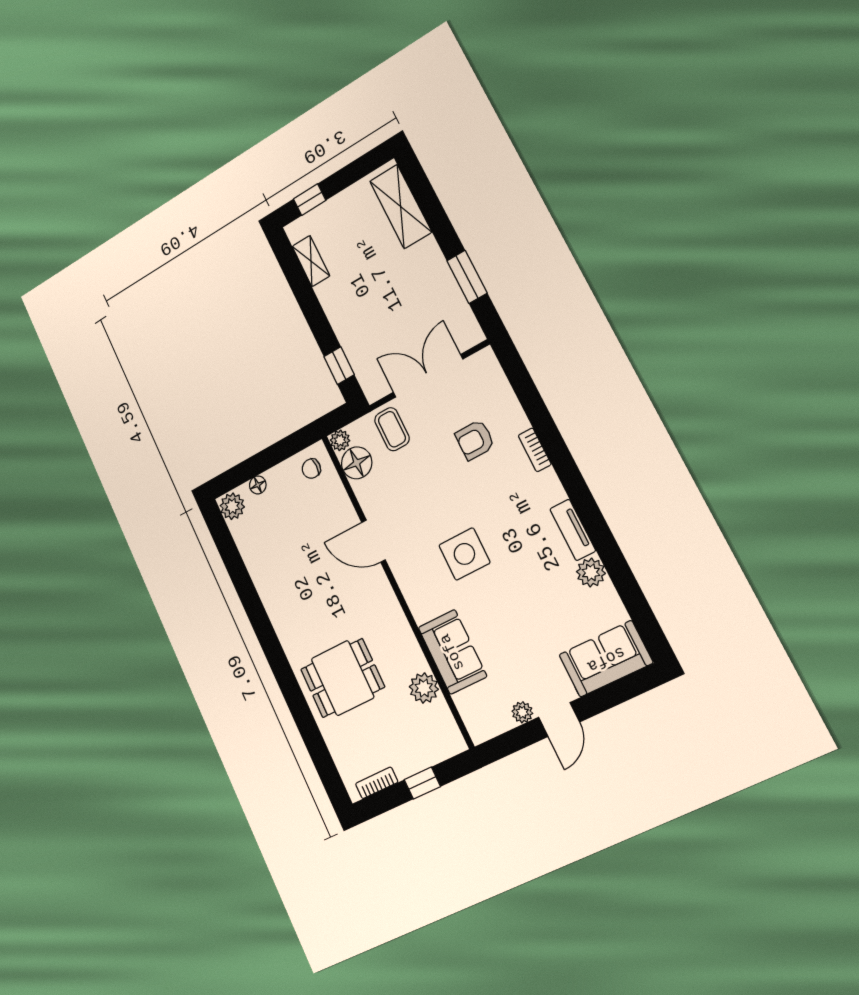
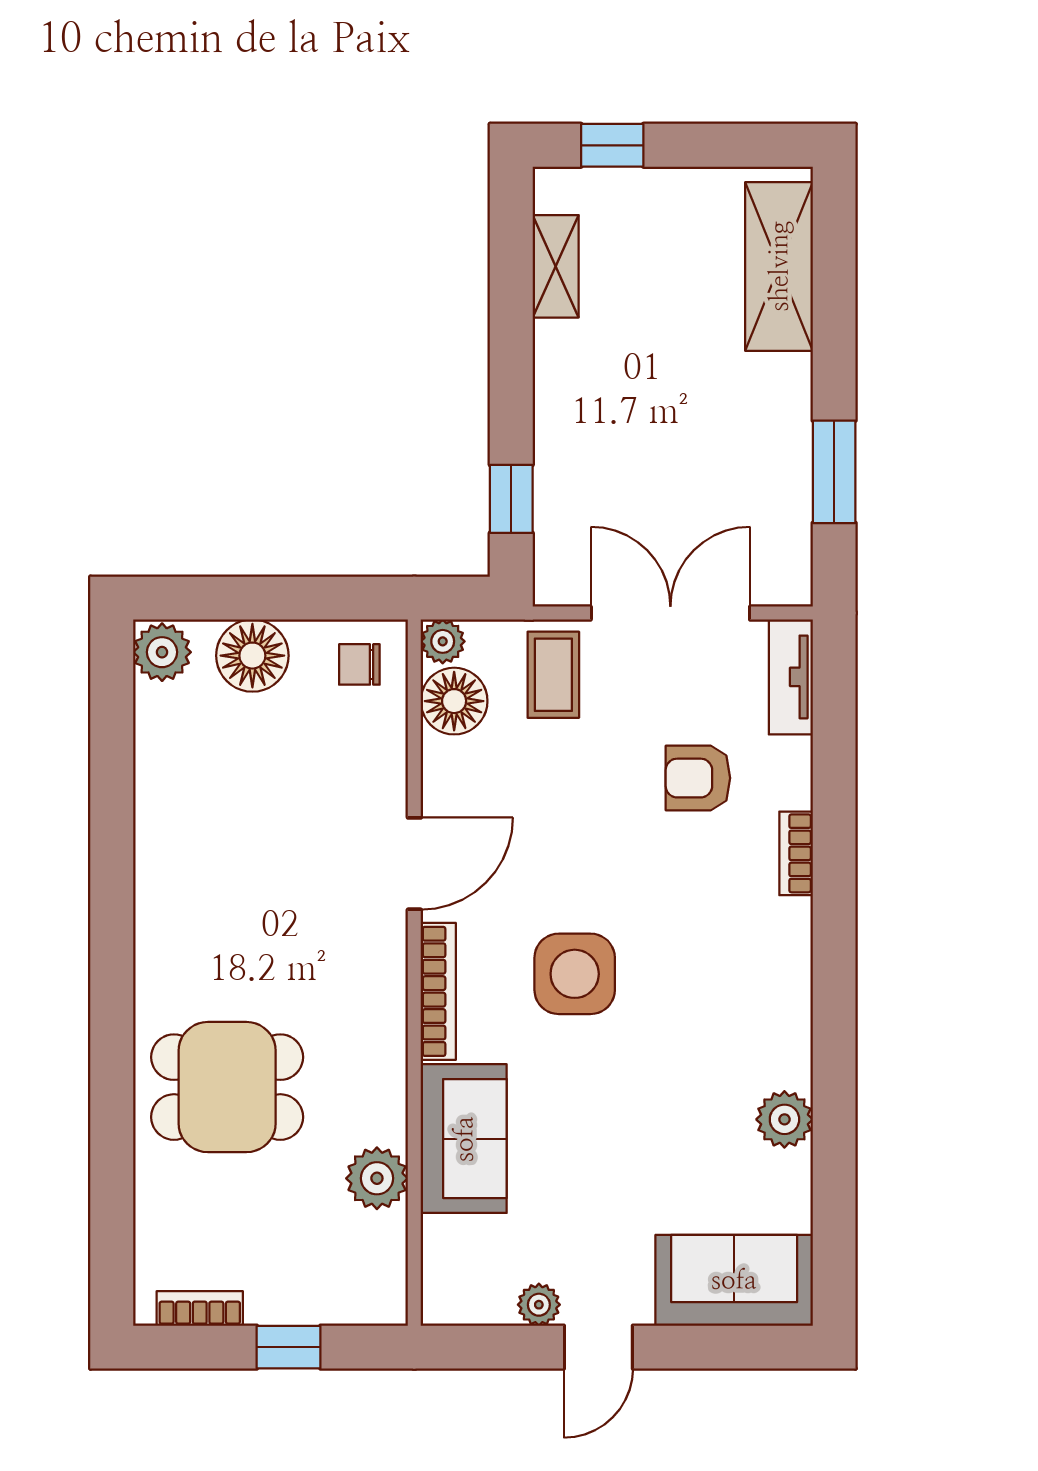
floor lamp: (258, 485) -> (252, 656), width x1.89, depth x1.89
tv unit: (573, 530) -> (791, 677), moved
door: (374, 541) -> (414, 864), swing flipped
bookcase: (410, 592) -> (438, 991), added

